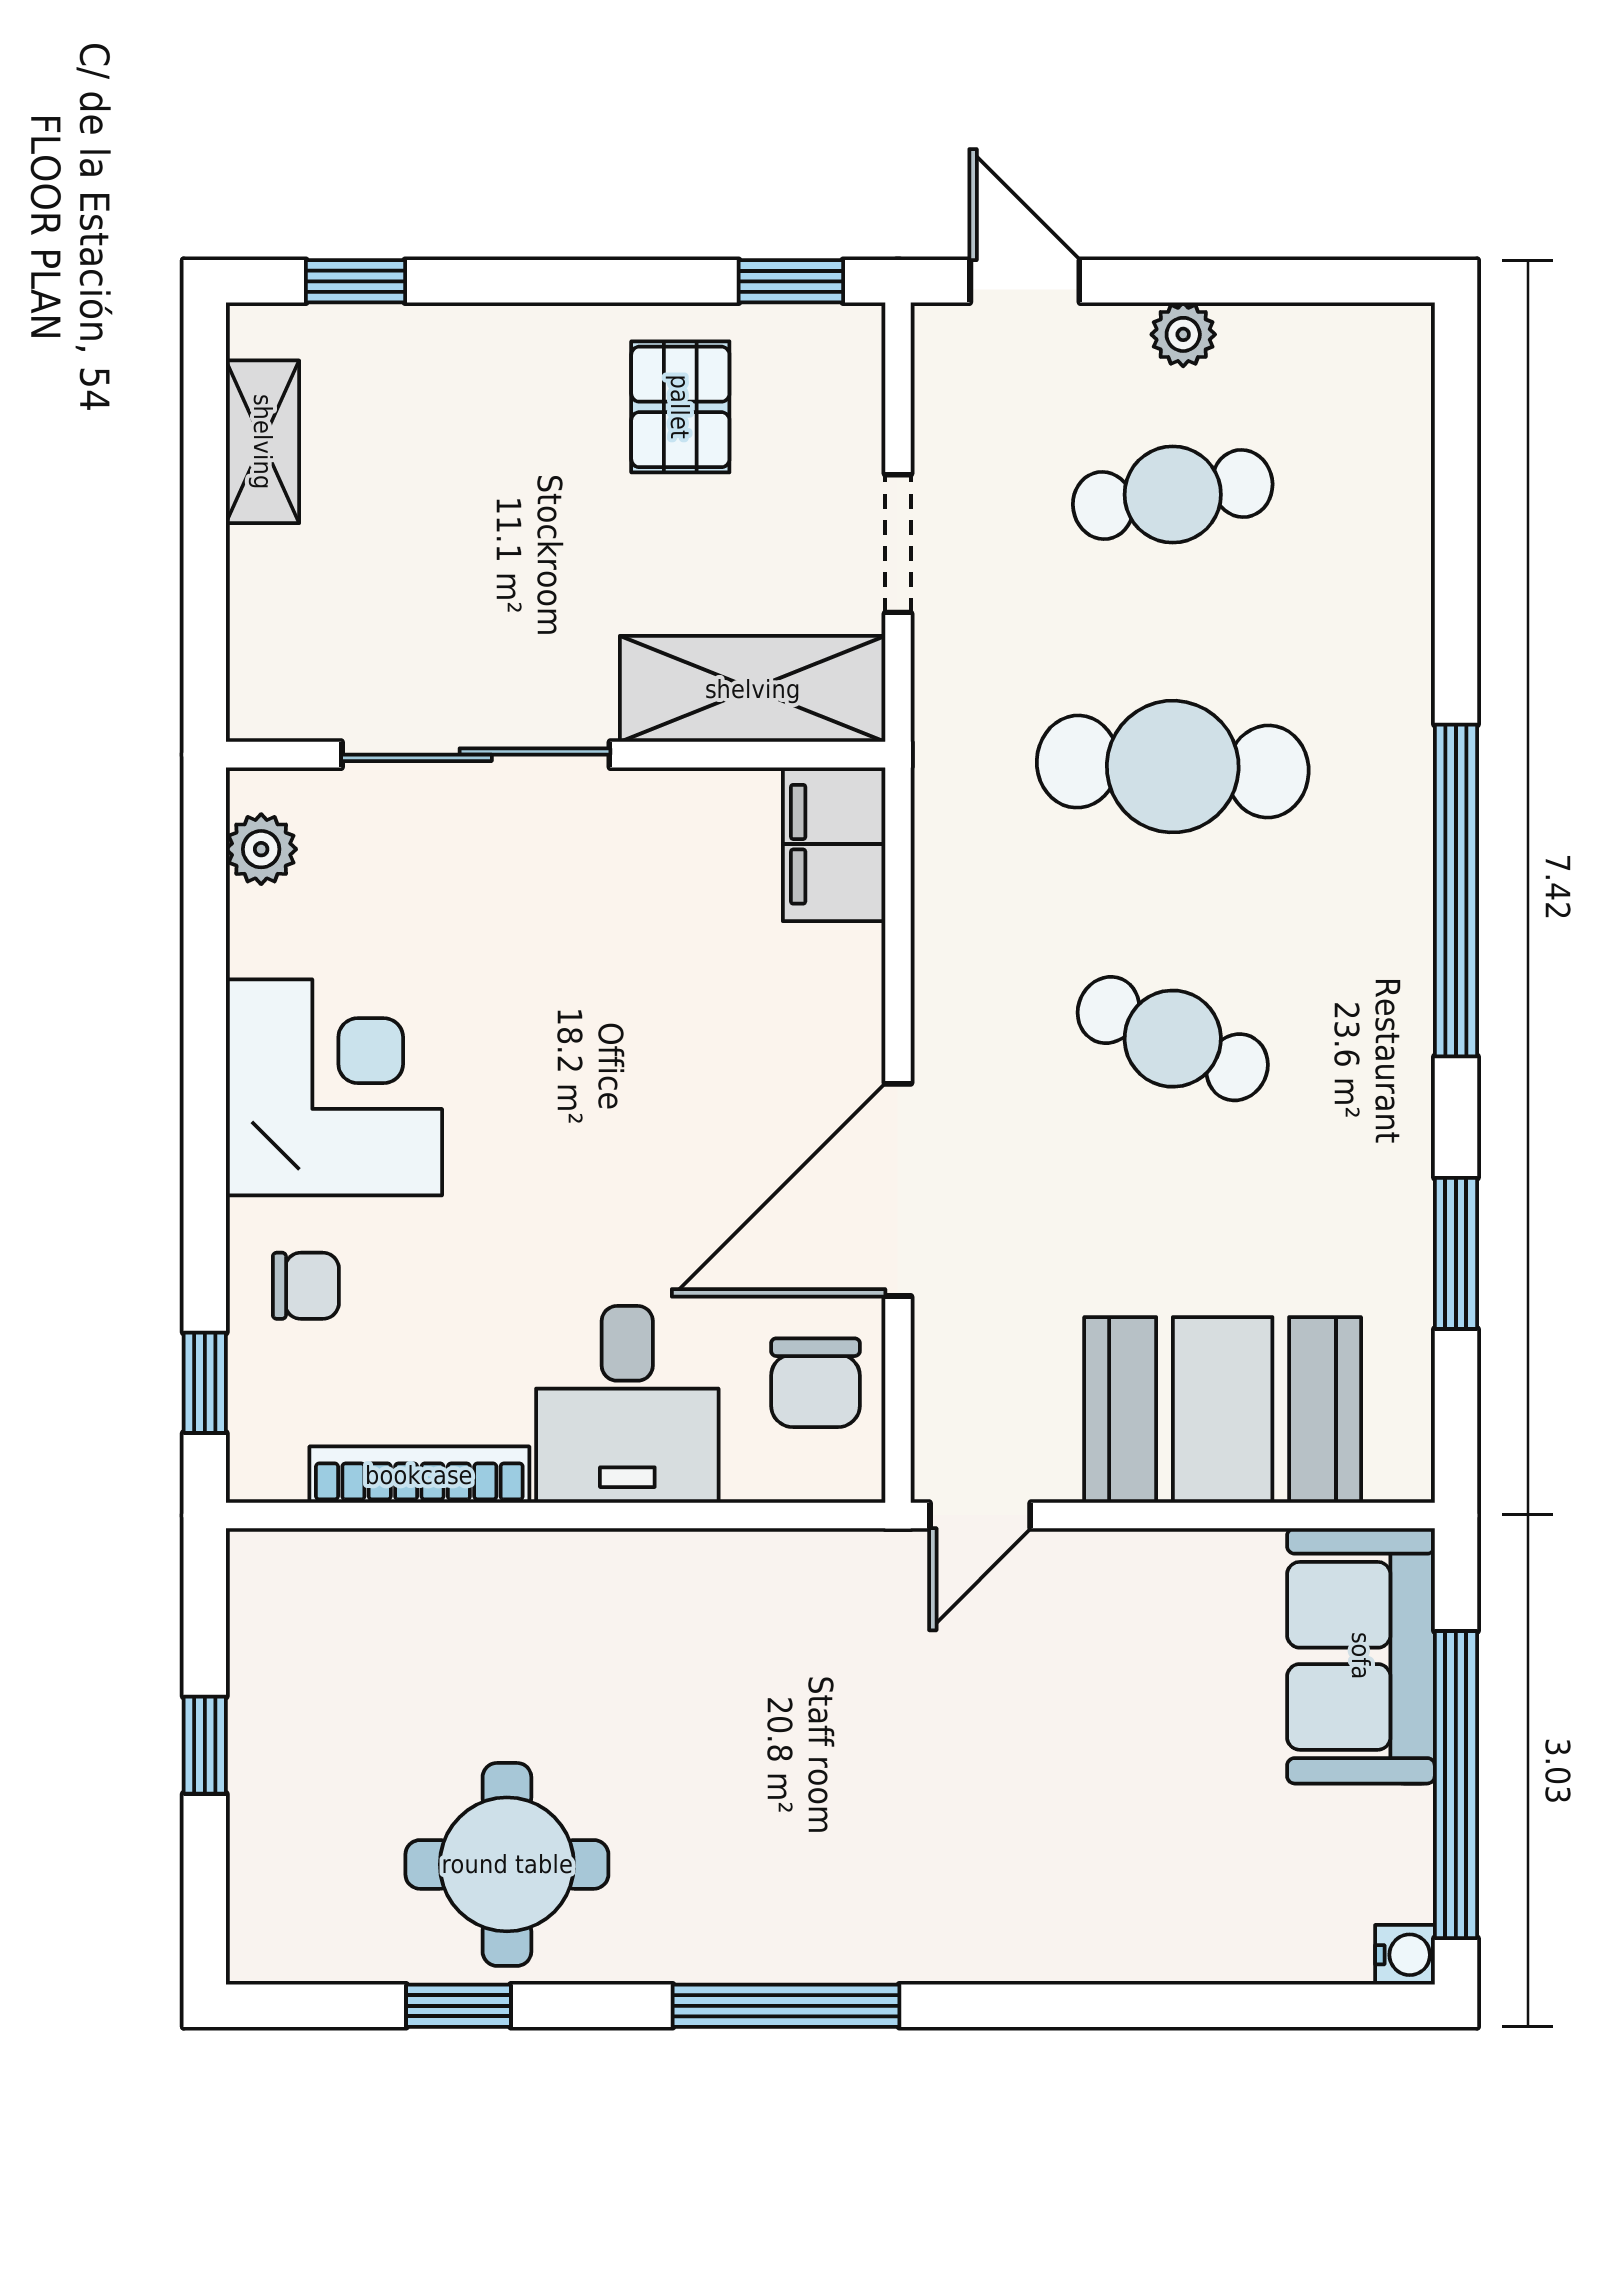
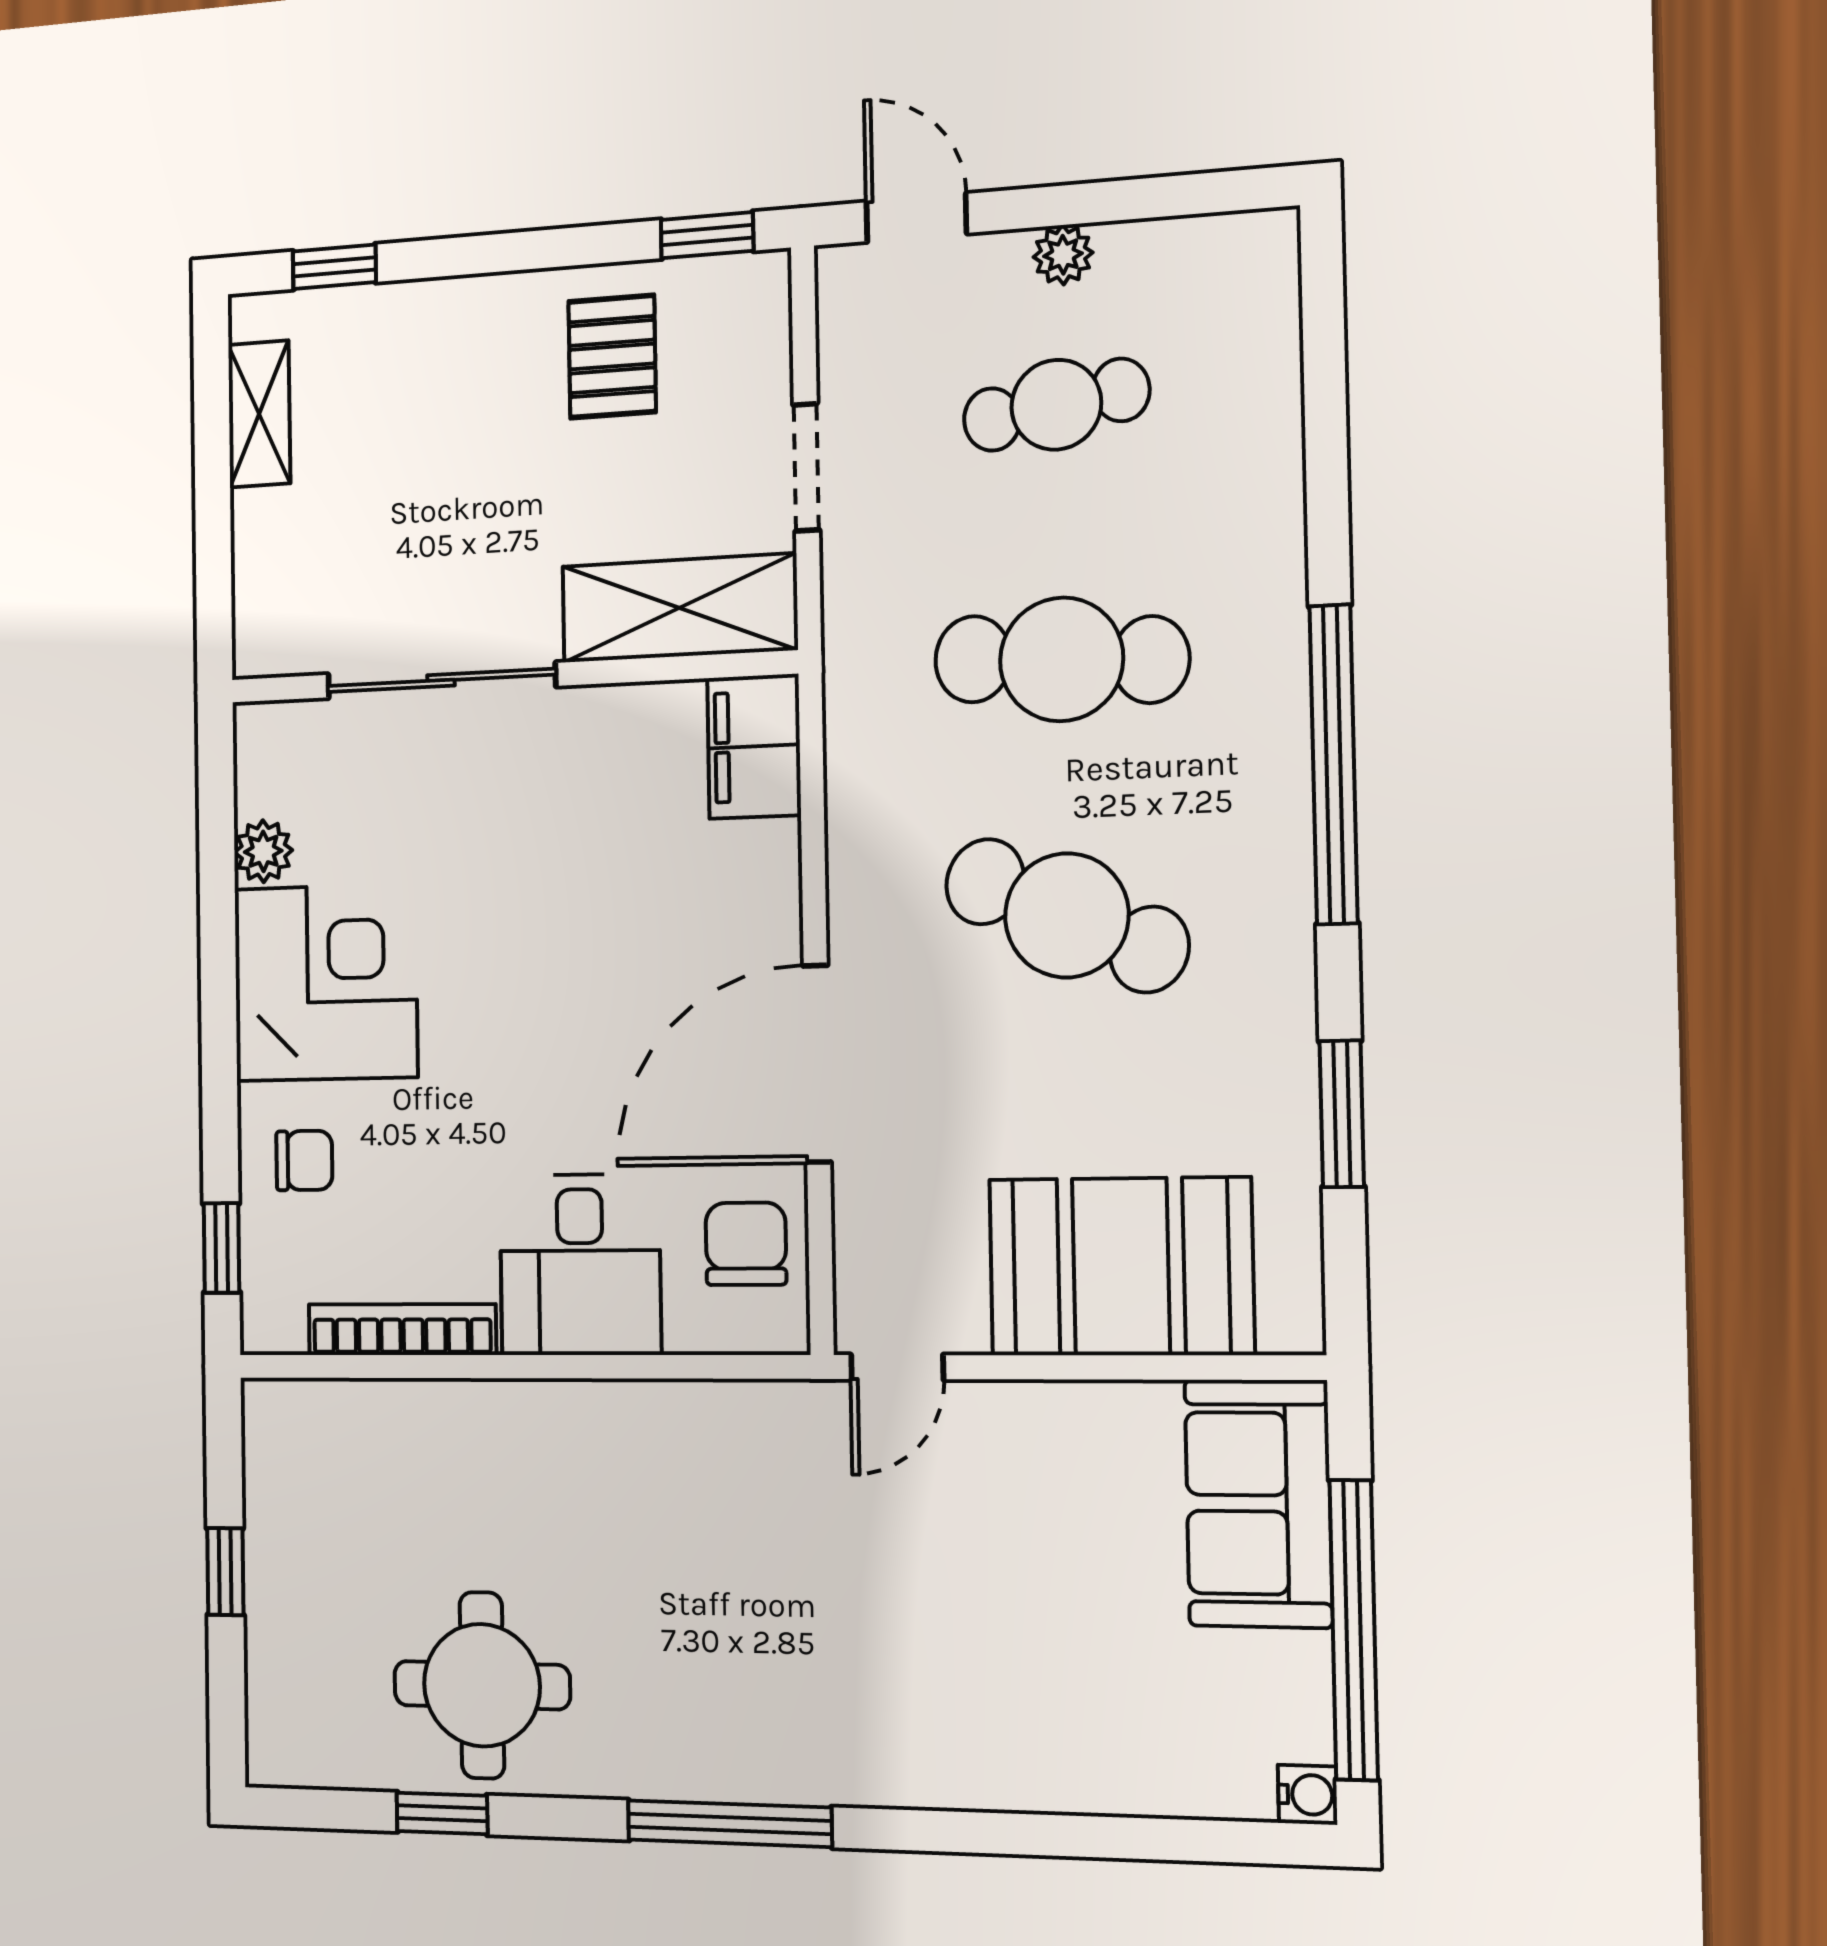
plant: (261, 849) -> (263, 851), moved
cafe table: (1173, 1039) -> (1067, 915), width x1.37, depth x1.35
chair: (815, 1383) -> (746, 1244), turned 180

